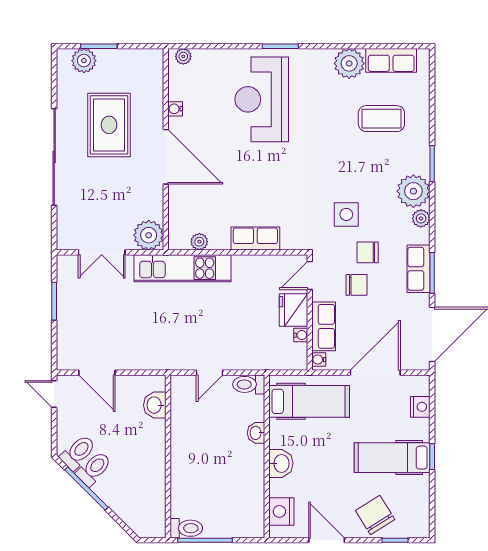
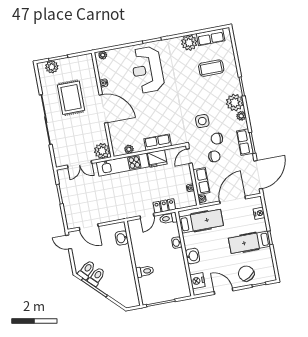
fridge: (293, 310) -> (157, 158), moved, turned -90
locker: (246, 360) -> (164, 206), added
toilet: (186, 528) -> (145, 271), moved

